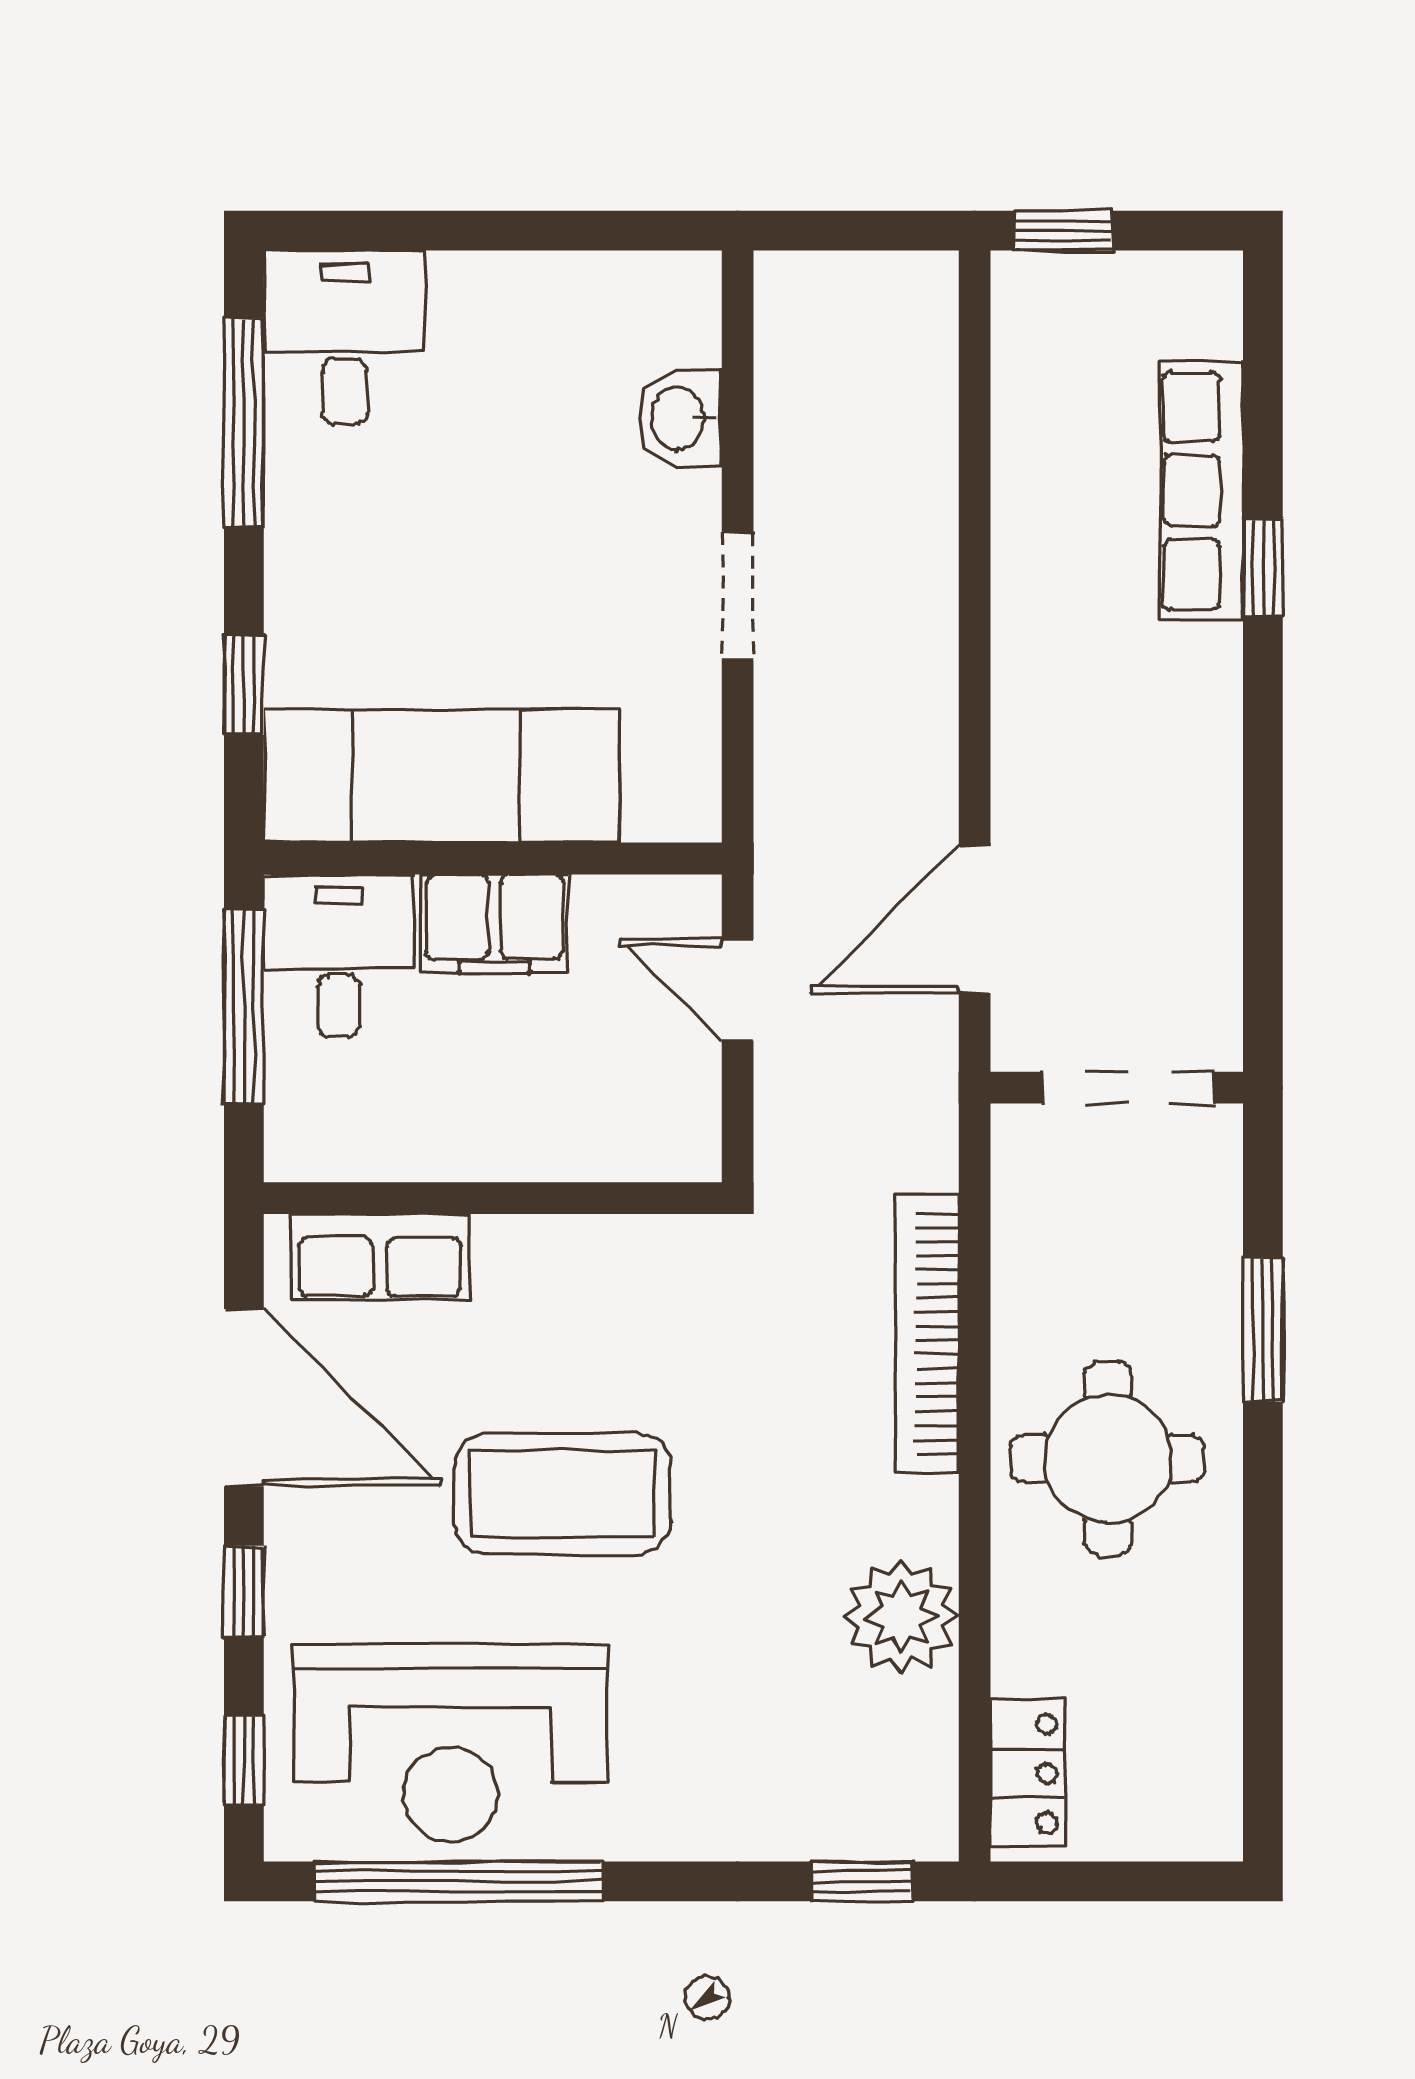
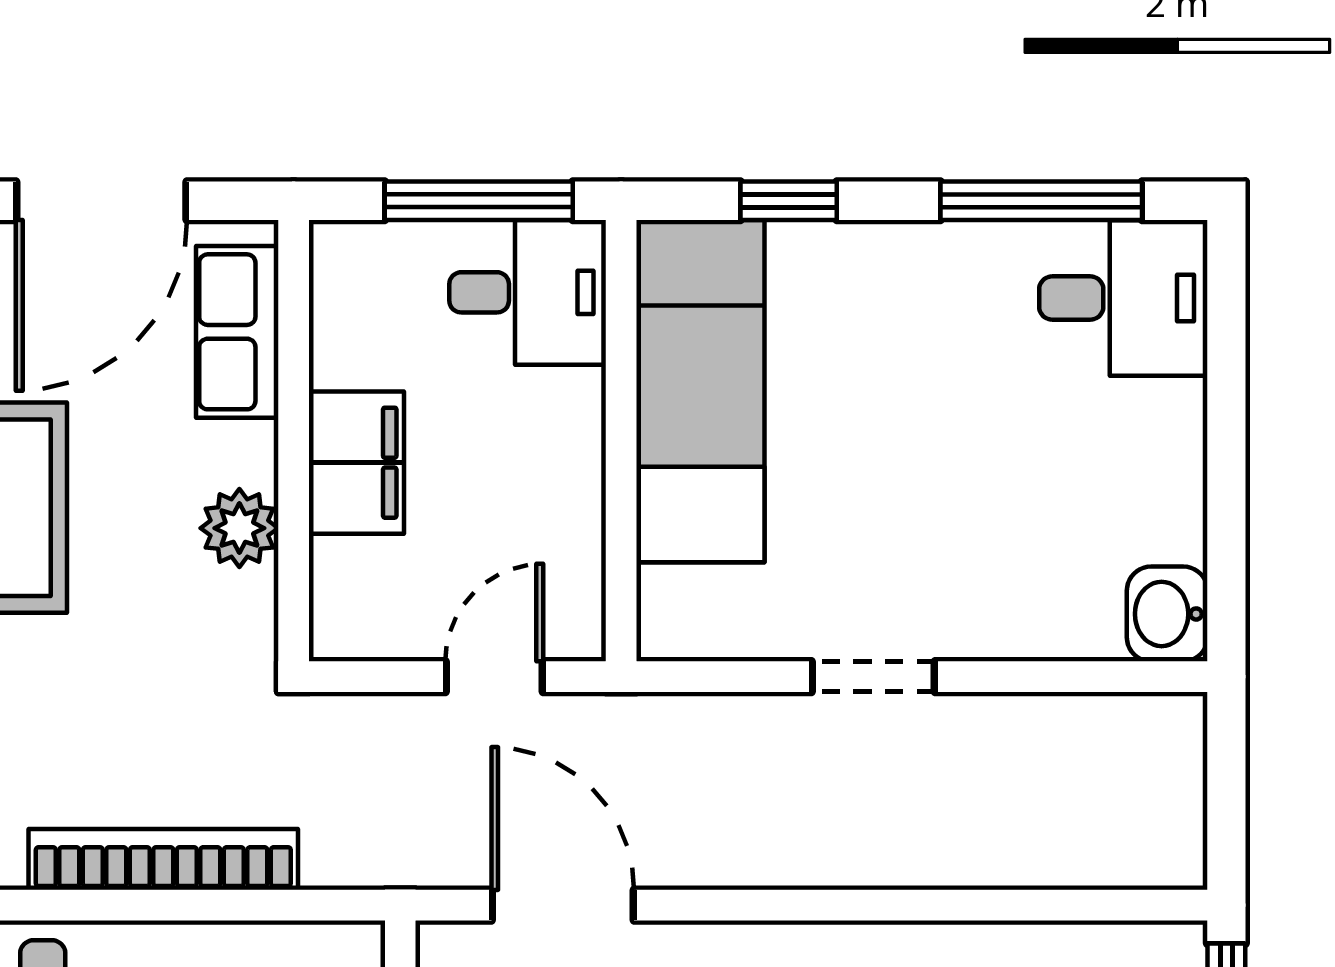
washbasin: (680, 418) -> (1167, 614), moved, turned -90
filing cabinet: (494, 924) -> (356, 463), moved, turned 180
plant: (583, 1254) -> (239, 528), added

